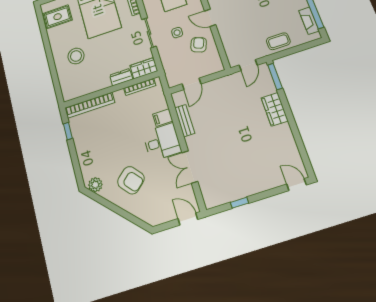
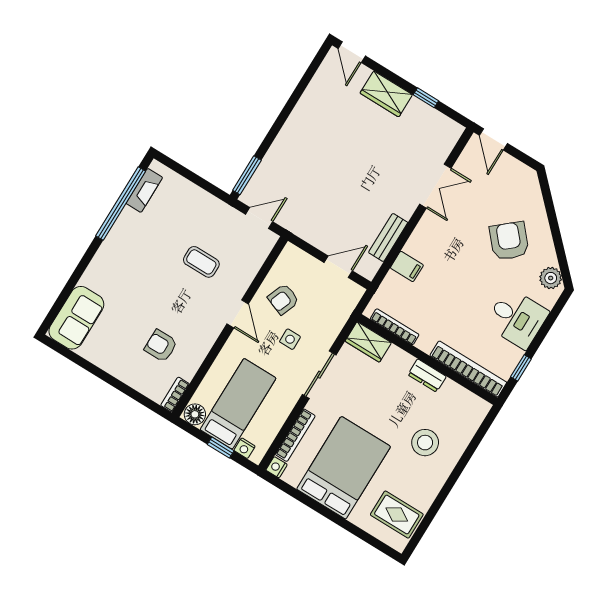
coffee table: (278, 41) -> (201, 262), moved
dresser: (121, 77) -> (427, 376), moved
wardrobe: (275, 109) -> (386, 94), moved, turned 90
desk: (162, 142) -> (517, 318), moved, turned 180

